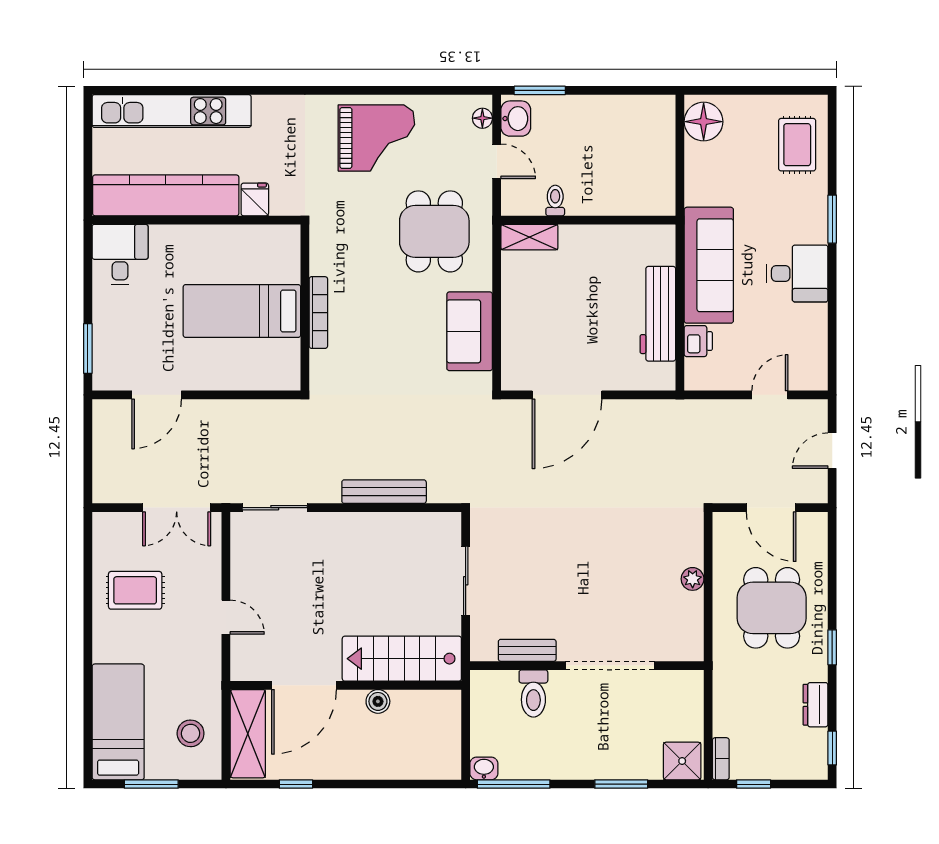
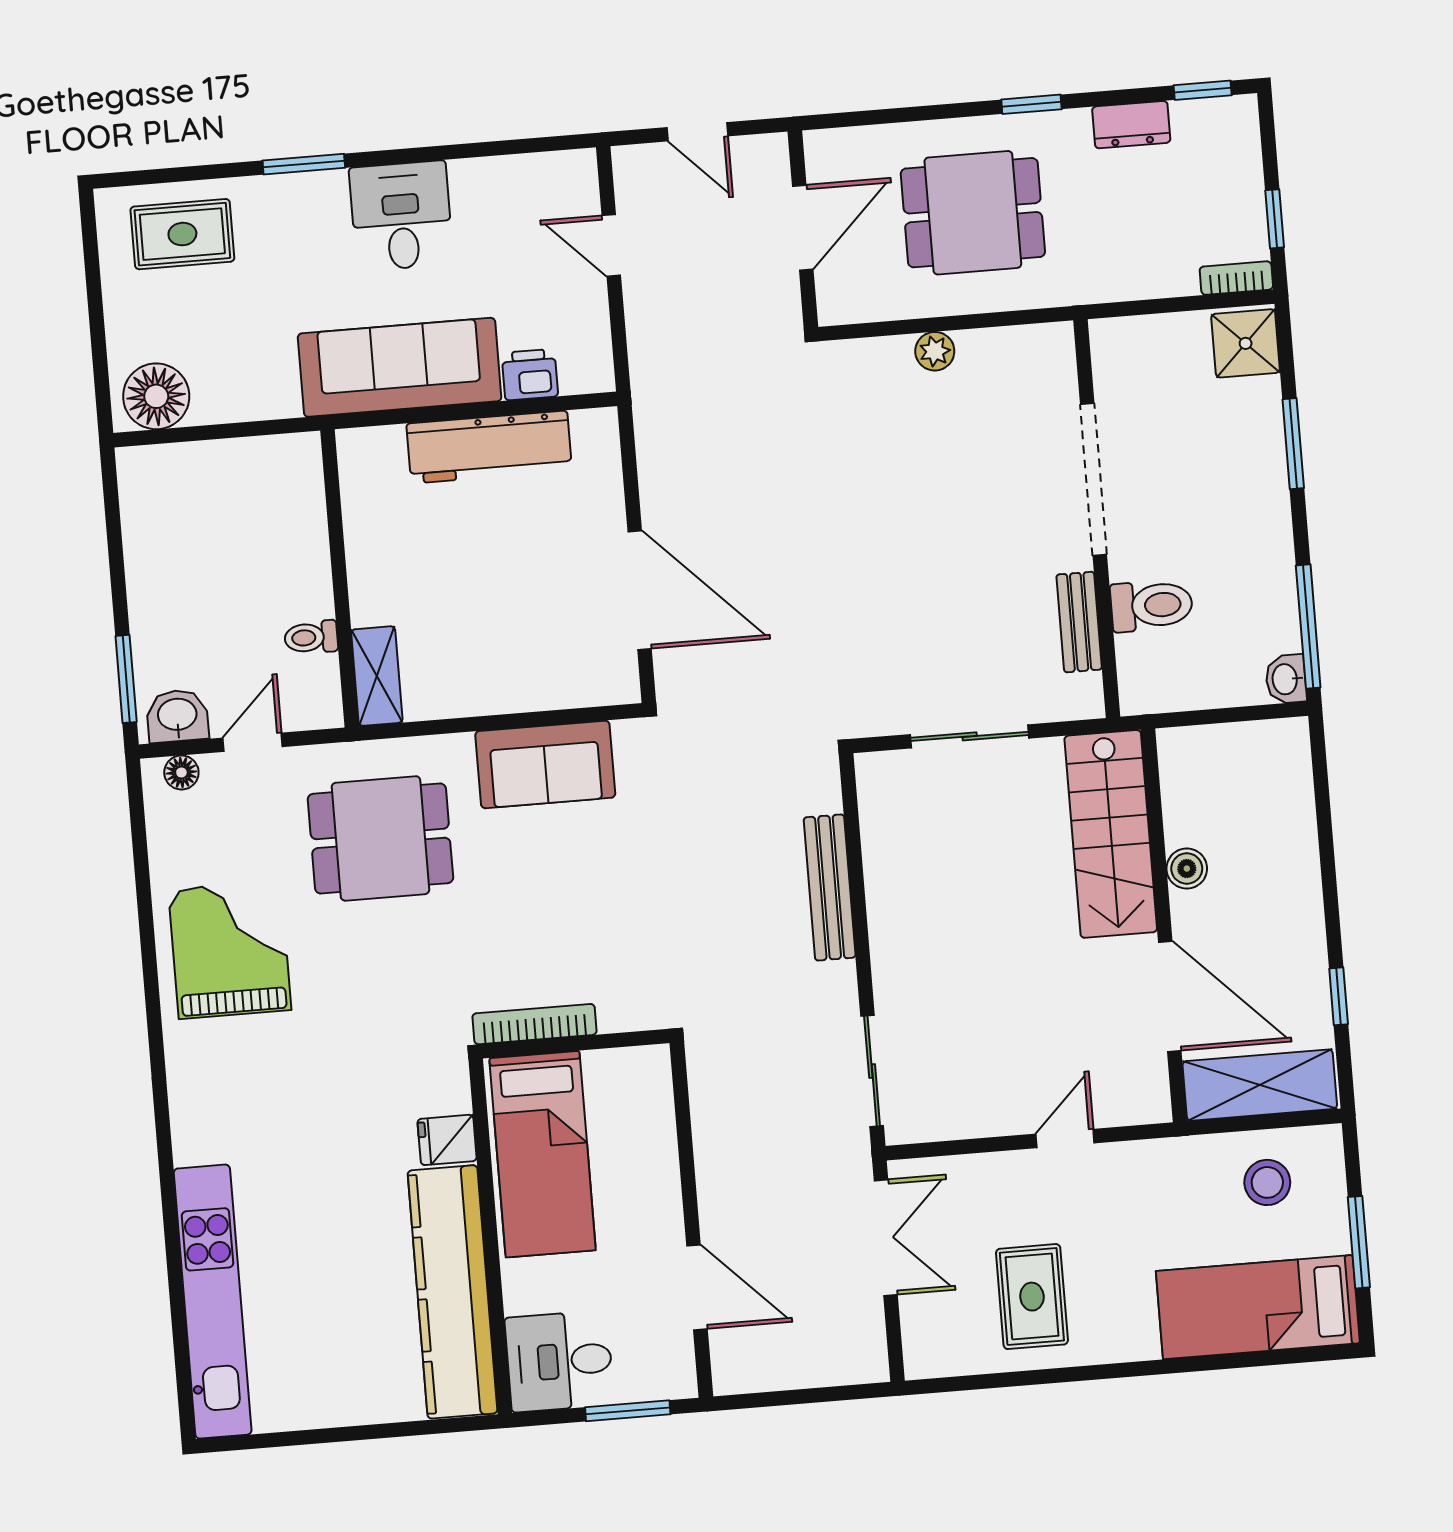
kitchen counter: (166, 195) -> (453, 1292), moved
fridge: (255, 199) -> (447, 1140), moved
wall: (196, 220) -> (490, 1236), moved
desk: (120, 255) -> (559, 1361), moved

